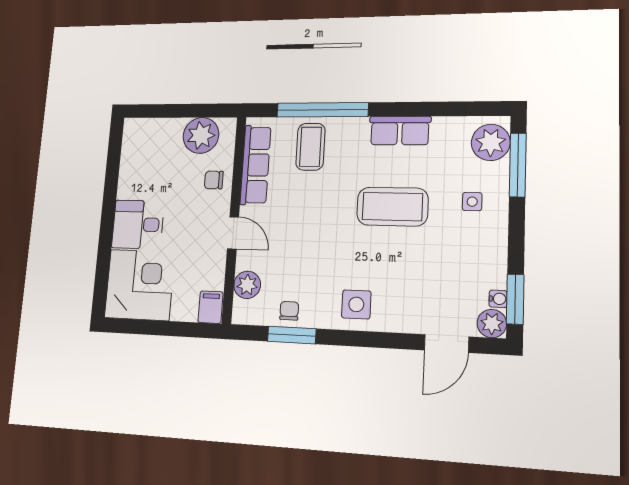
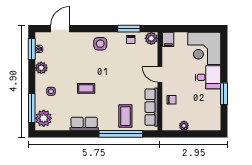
plant: (201, 135) -> (184, 126), width x0.53, depth x0.53
window: (110, 191) -> (224, 94), added
coffee table: (392, 207) -> (86, 88), width x0.54, depth x0.58
plant: (247, 285) -> (151, 38), moved
plant: (492, 324) -> (41, 68), moved

